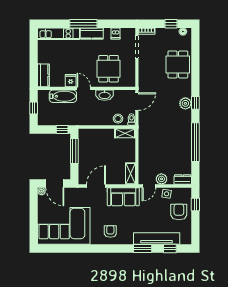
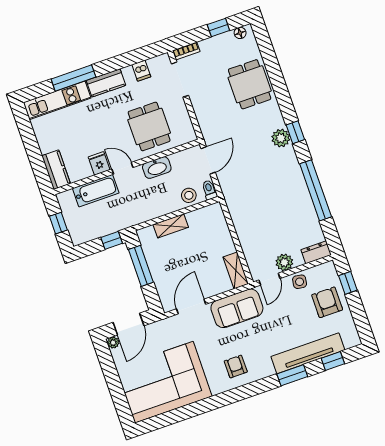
window: (83, 24) -> (73, 78), moved
shelving: (125, 133) -> (171, 226), moved
door: (55, 183) -> (129, 324), hinge flipped

